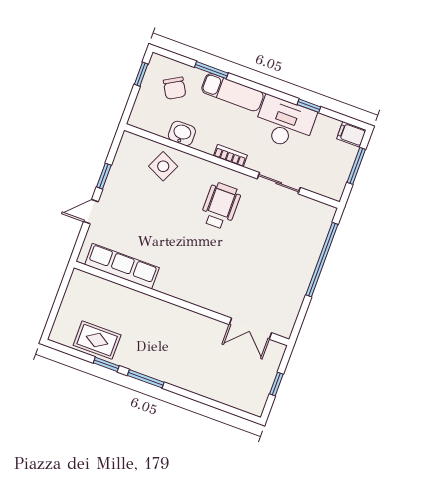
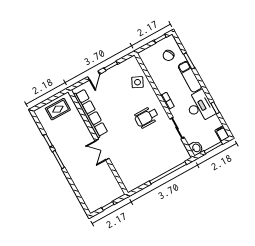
washbasin: (182, 133) -> (196, 148), moved
wheelchair: (220, 206) -> (146, 117), turned 180
door: (91, 212) -> (94, 75), swing flipped
row of seats: (122, 266) -> (91, 113), width x1.36
double door: (250, 329) -> (102, 150), moved
rug: (97, 340) -> (58, 109), moved, turned 90

